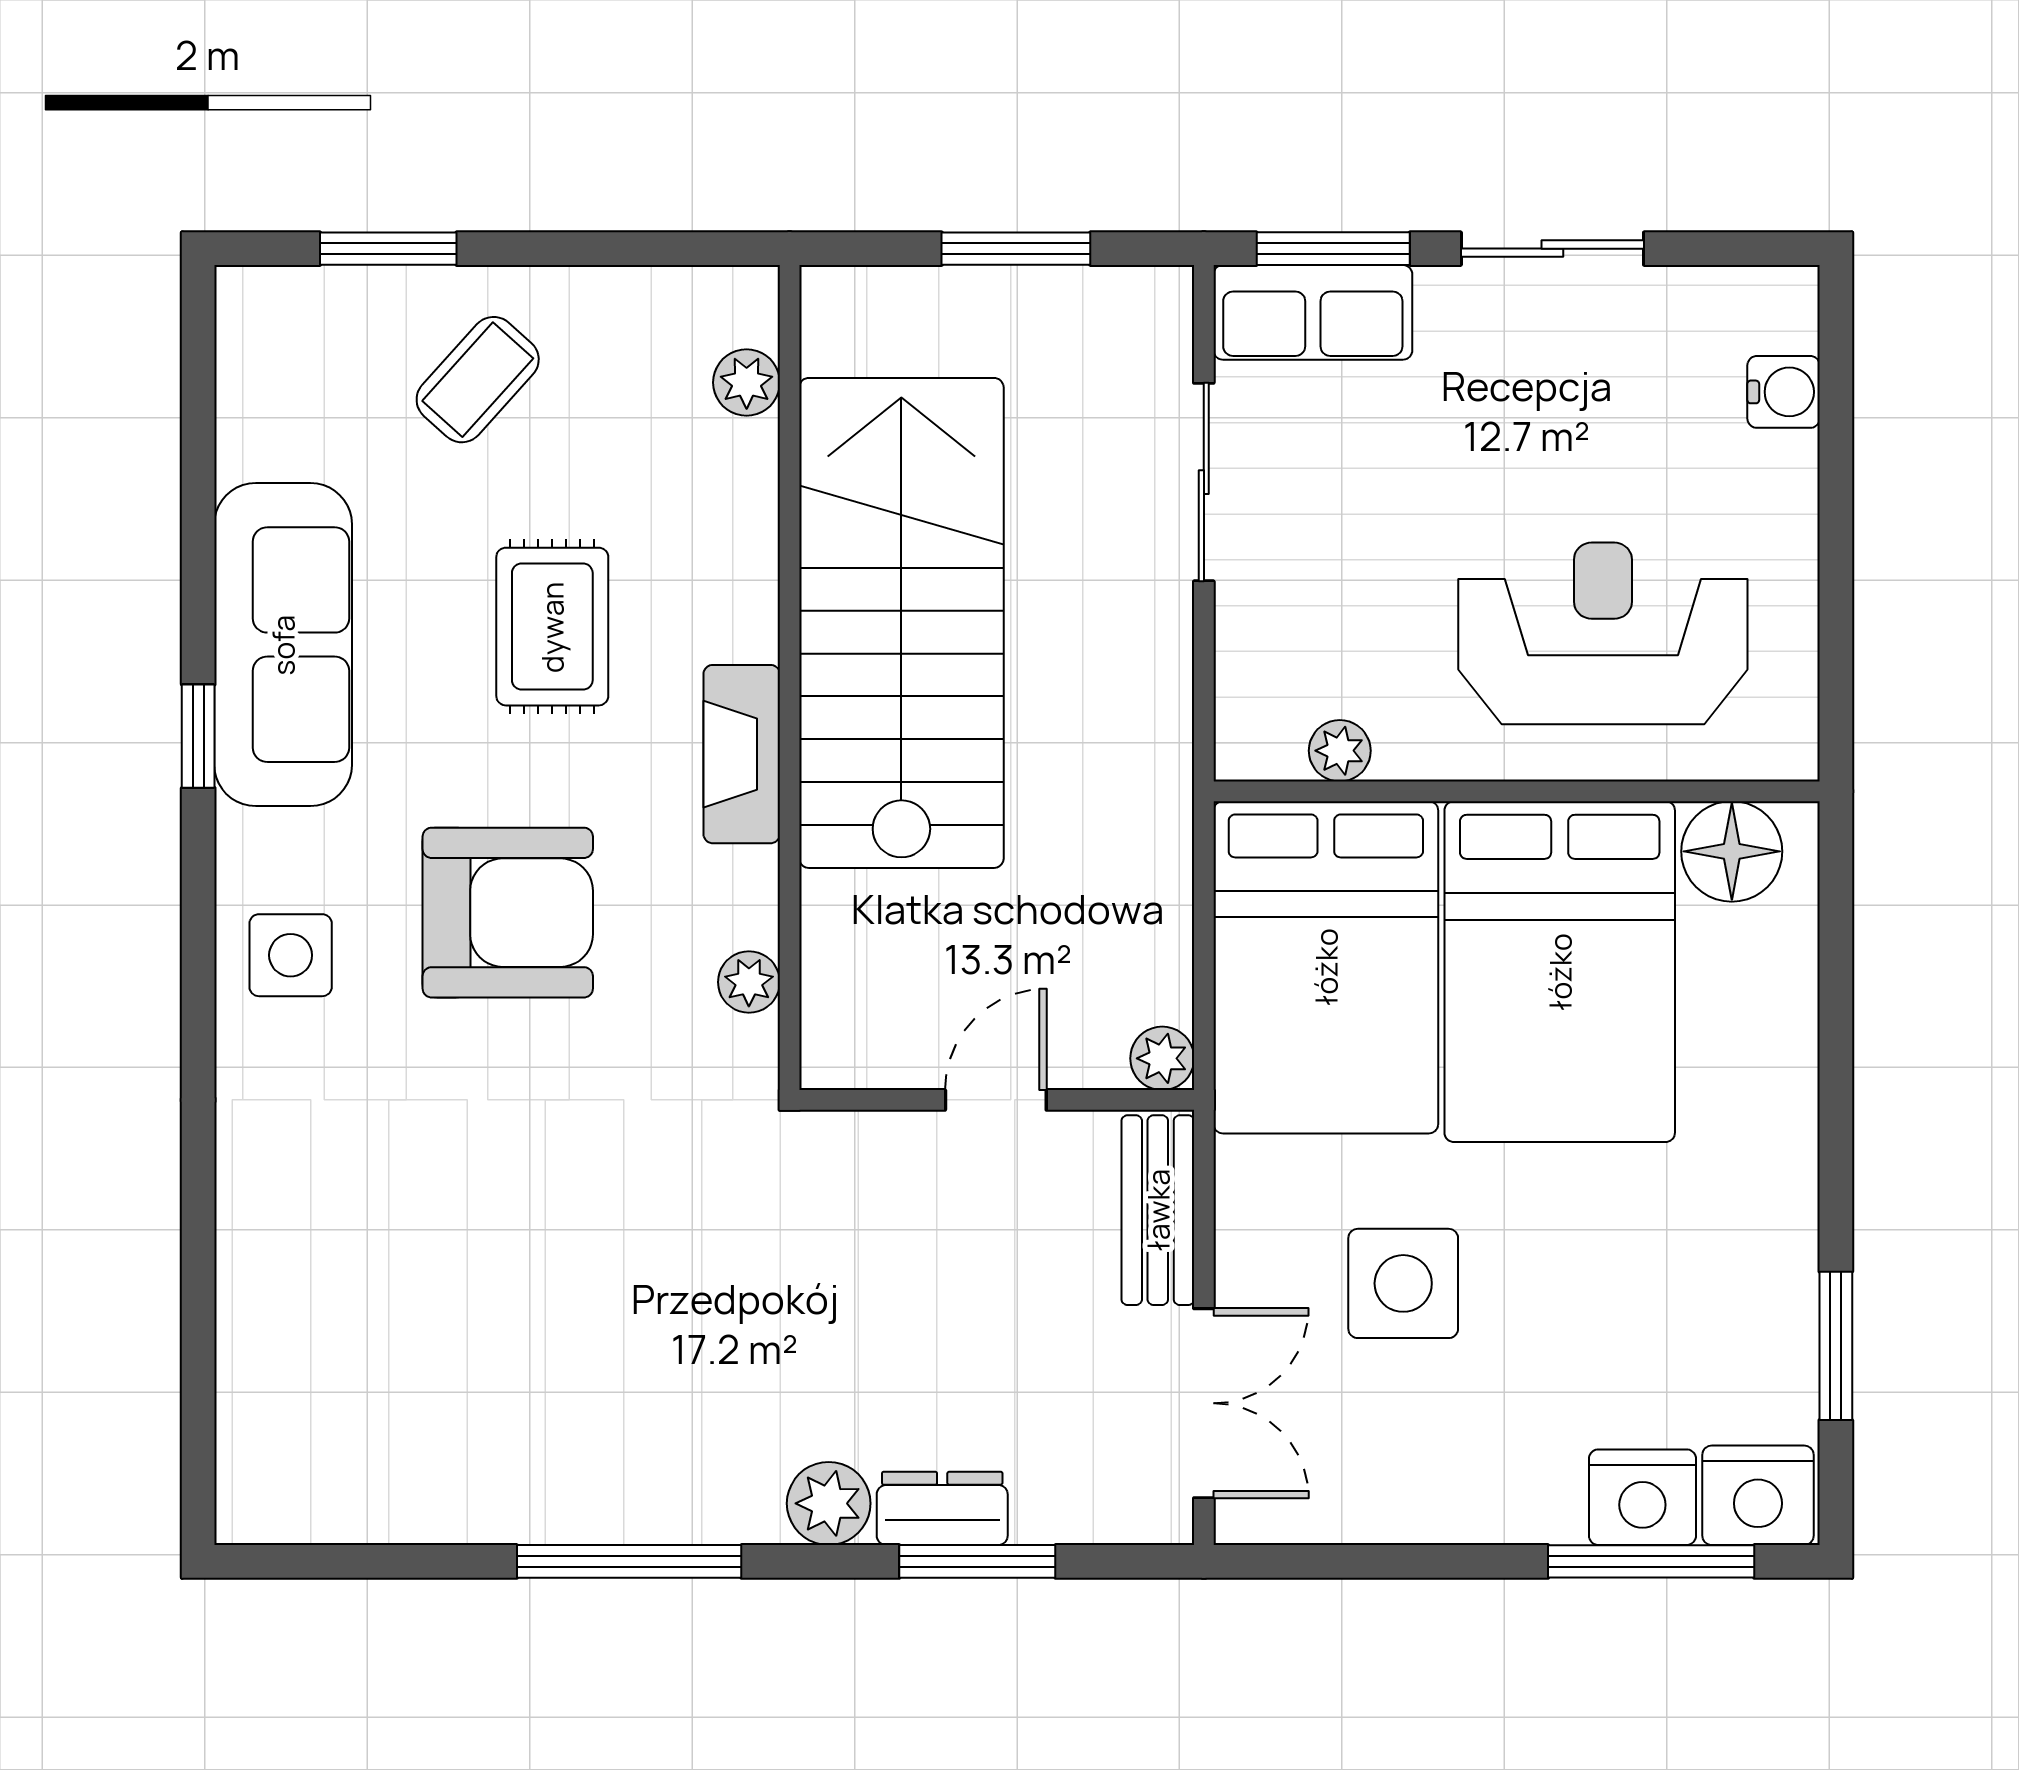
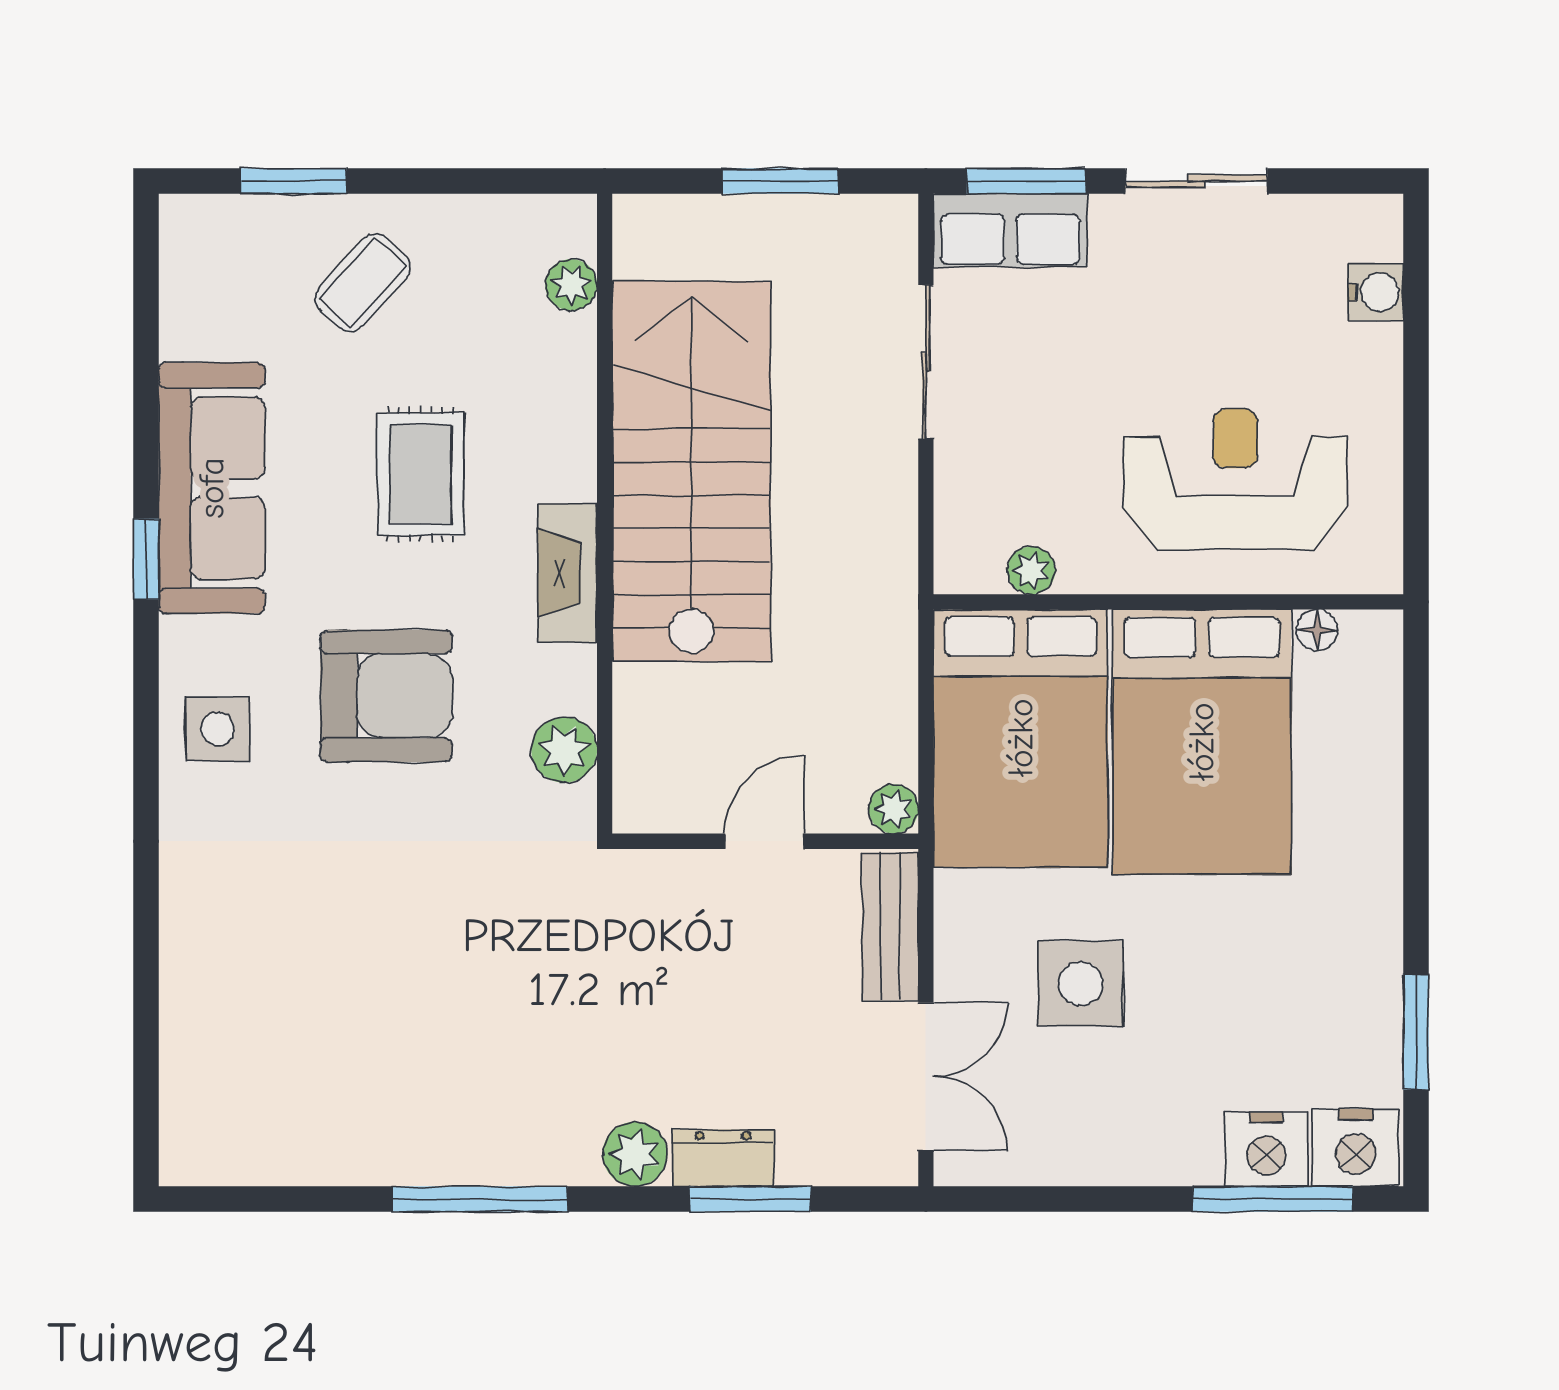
floor lamp: (1732, 851) -> (1317, 630), width x0.53, depth x0.53
plant: (749, 982) -> (564, 750), width x1.38, depth x1.38

